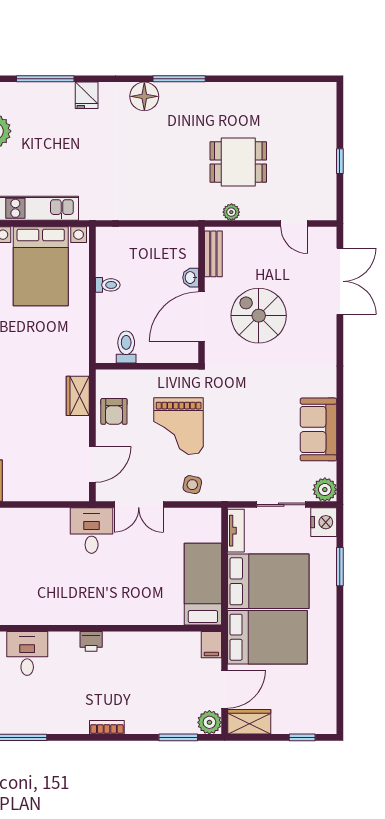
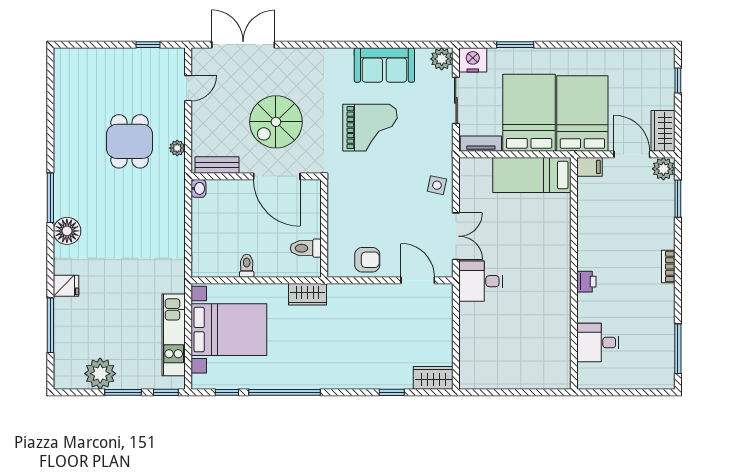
window: (340, 161) -> (148, 45), moved
washbasin: (191, 278) -> (198, 188), moved, turned -90
wardrobe: (78, 396) -> (307, 294), moved
grand piano: (179, 426) -> (370, 128), moved

